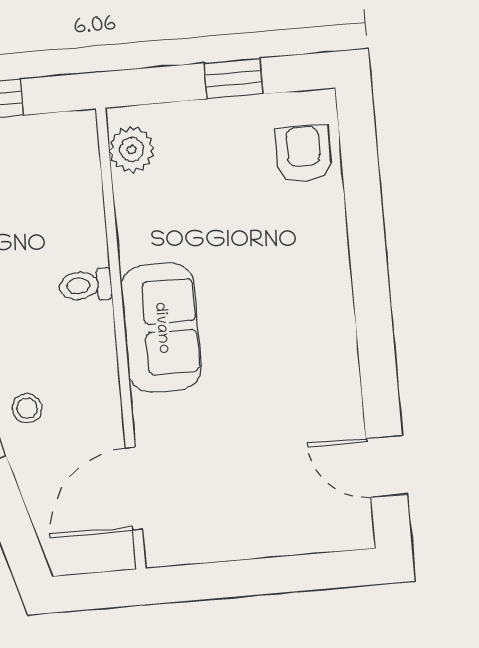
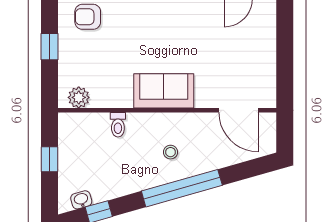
toilet: (86, 285) -> (118, 125), moved
stool: (27, 408) -> (171, 152), moved

